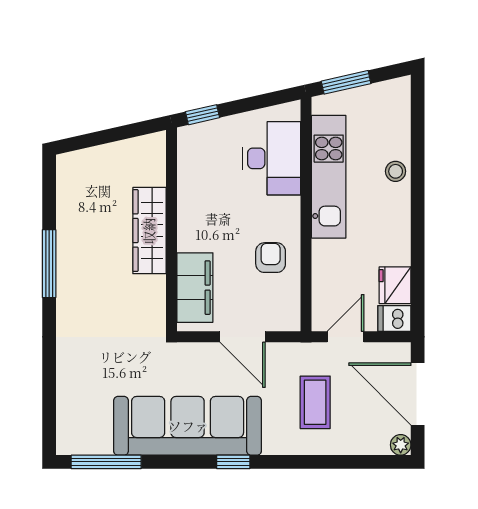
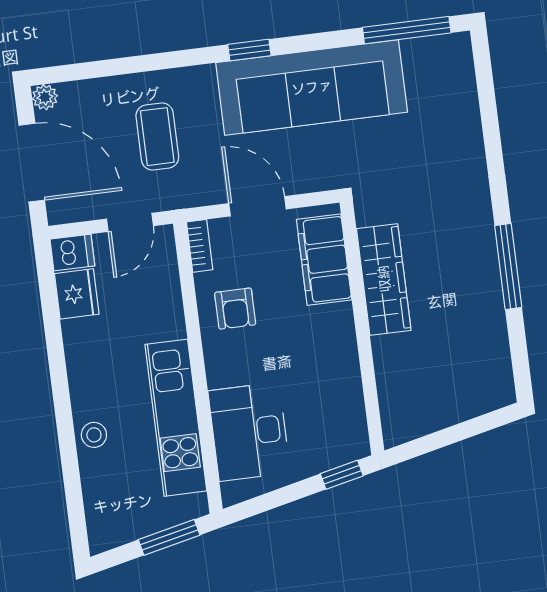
wardrobe: (149, 231) -> (384, 279), moved
bookcase: (293, 311) -> (200, 246), added

